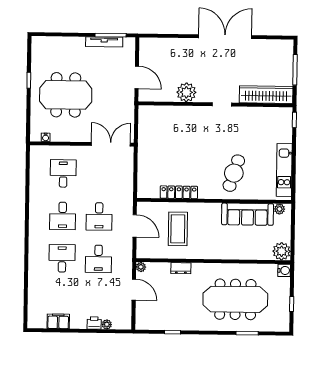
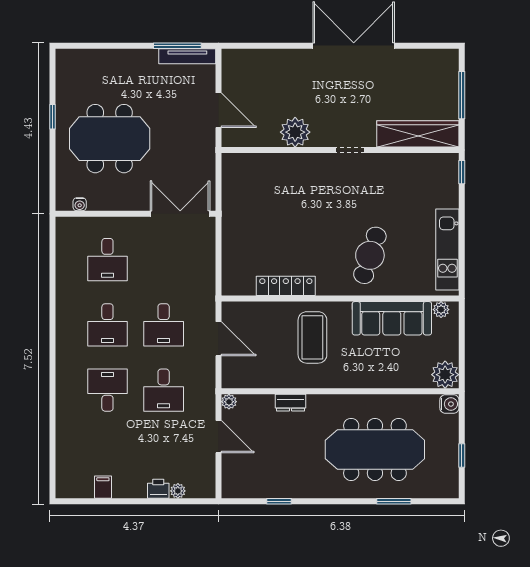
tv unit: (104, 42) -> (187, 56), moved
desk: (63, 173) -> (107, 260), turned 180
coffee table: (178, 229) -> (312, 337), moved
filing cabinet: (58, 321) -> (103, 487), width x0.50

